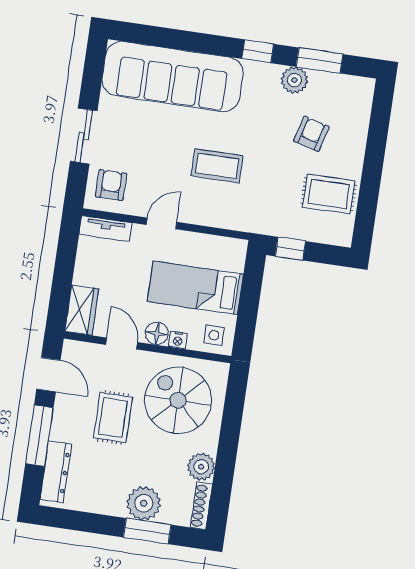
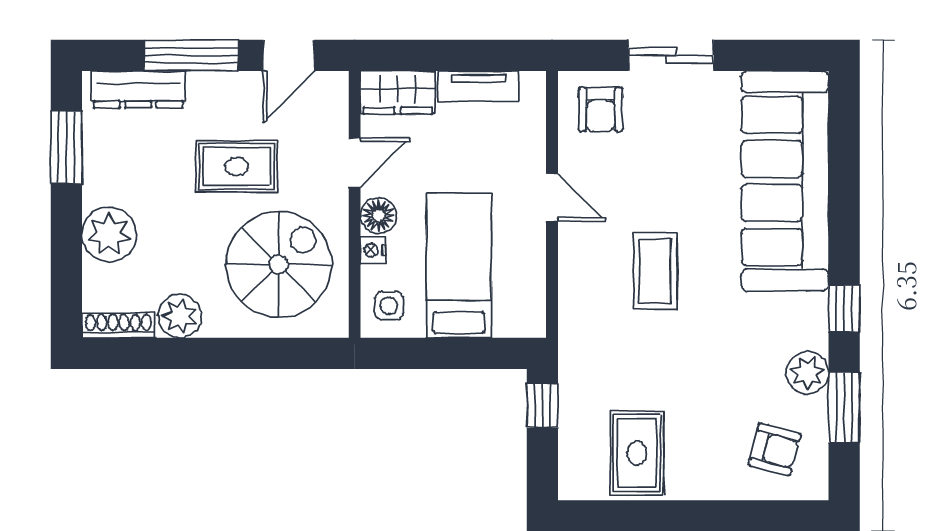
armchair: (311, 134) -> (775, 450), moved
armchair: (111, 185) -> (601, 109), turned 90
tv unit: (106, 229) -> (478, 86), moved, turned -90
window: (147, 531) -> (66, 147), moved

